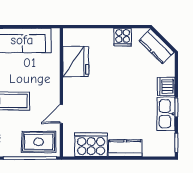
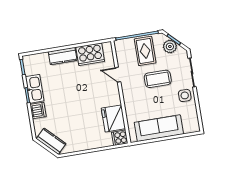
cooker: (123, 37) -> (120, 138), moved, turned -90
door: (61, 114) -> (118, 75), swing flipped
rug: (39, 142) -> (145, 51), moved, turned 90

